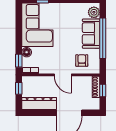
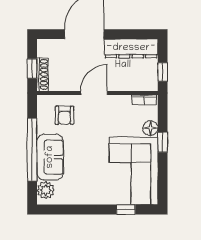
window: (19, 61) -> (163, 142), moved
door: (63, 75) -> (94, 93), hinge flipped

